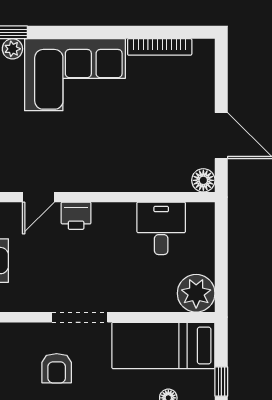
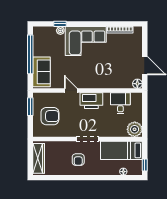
door: (38, 197) -> (71, 90), swing flipped
printer: (76, 216) -> (91, 101), width x1.87, depth x1.48

